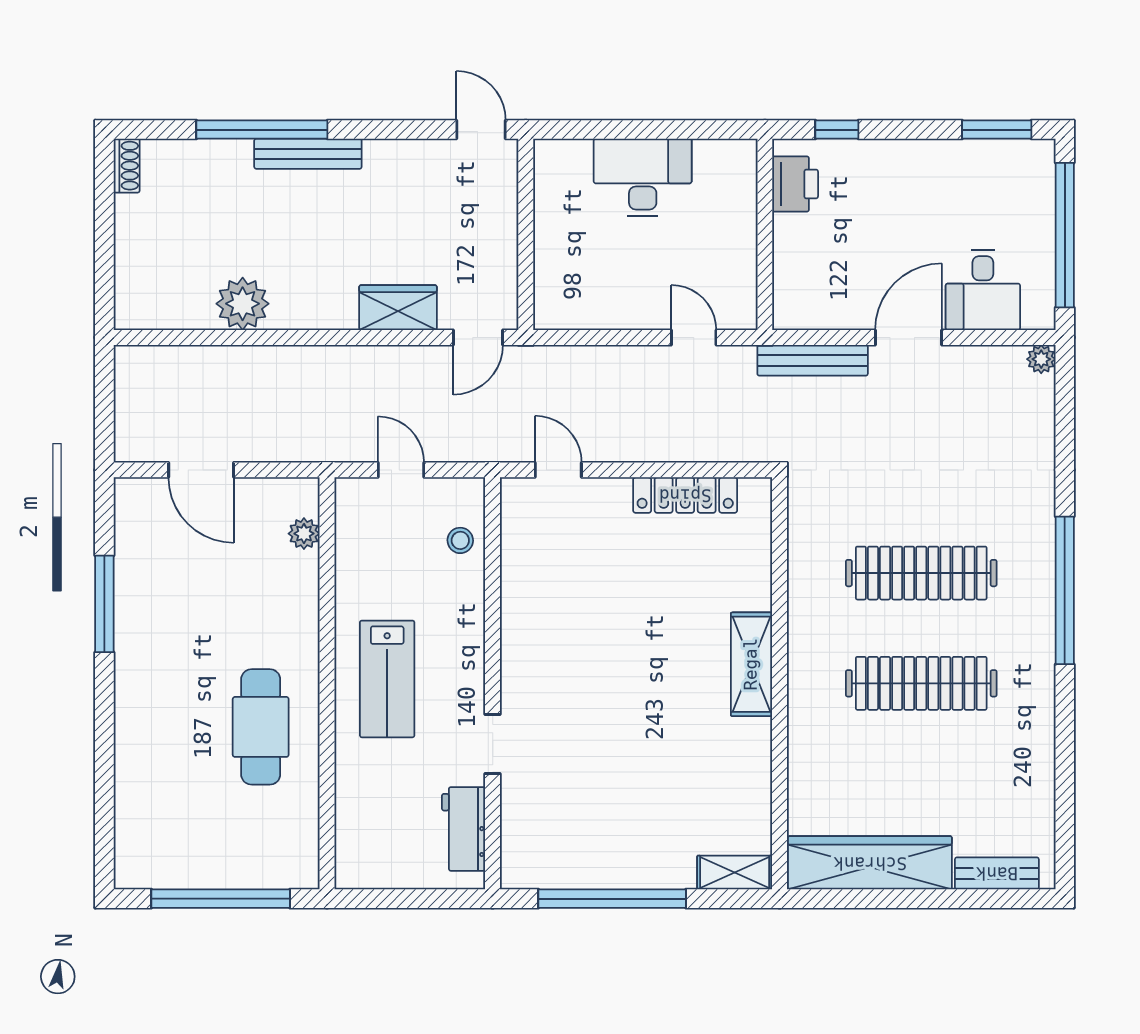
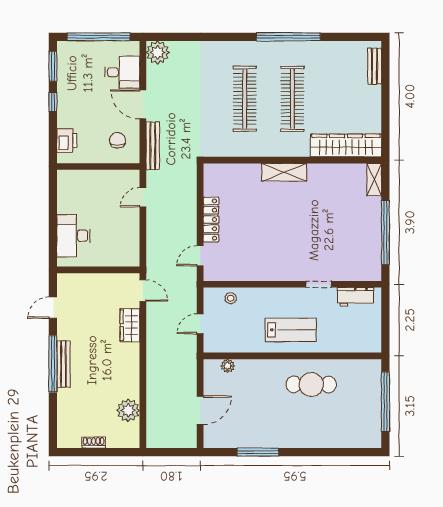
window: (262, 130) -> (53, 364), moved
door: (481, 130) -> (53, 308), moved
window: (837, 130) -> (53, 102), moved
shoe rack: (127, 166) -> (94, 442), moved
desk: (643, 177) -> (74, 236), moved
printer: (795, 184) -> (67, 141), moved, turned 90
chair: (826, 279) -> (117, 140), added
plant: (243, 304) -> (128, 410), moved
plant: (1041, 359) -> (158, 52), width x1.88, depth x1.88
locker: (685, 495) -> (211, 220), moved
window: (1065, 590) -> (288, 37), moved
wardrobe: (870, 863) -> (346, 145), moved, turned 90

